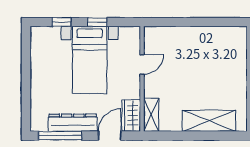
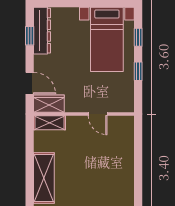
bed with nightstands: (90, 60) -> (107, 39), moved, turned -90
dresser: (73, 123) -> (42, 31), moved
window: (60, 136) -> (30, 36), width x0.46

